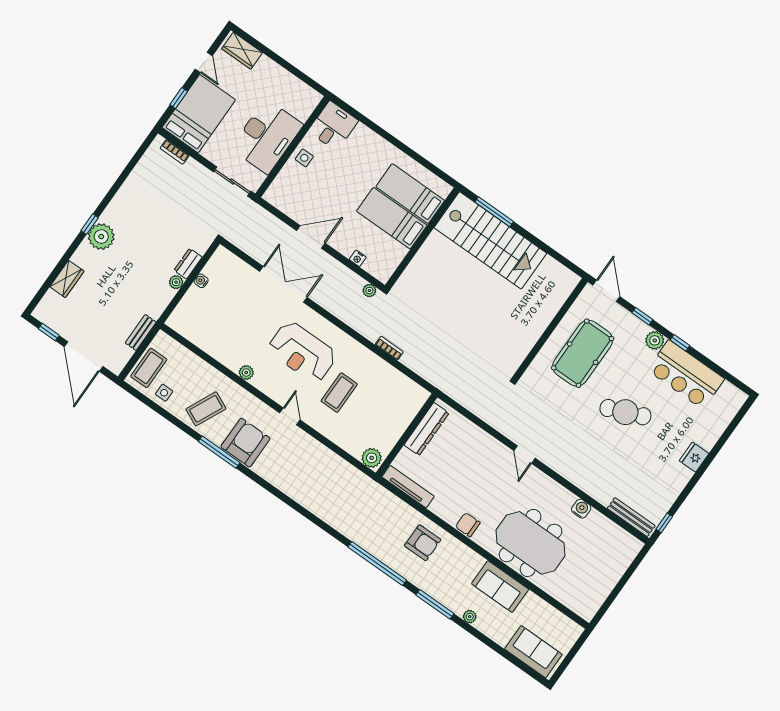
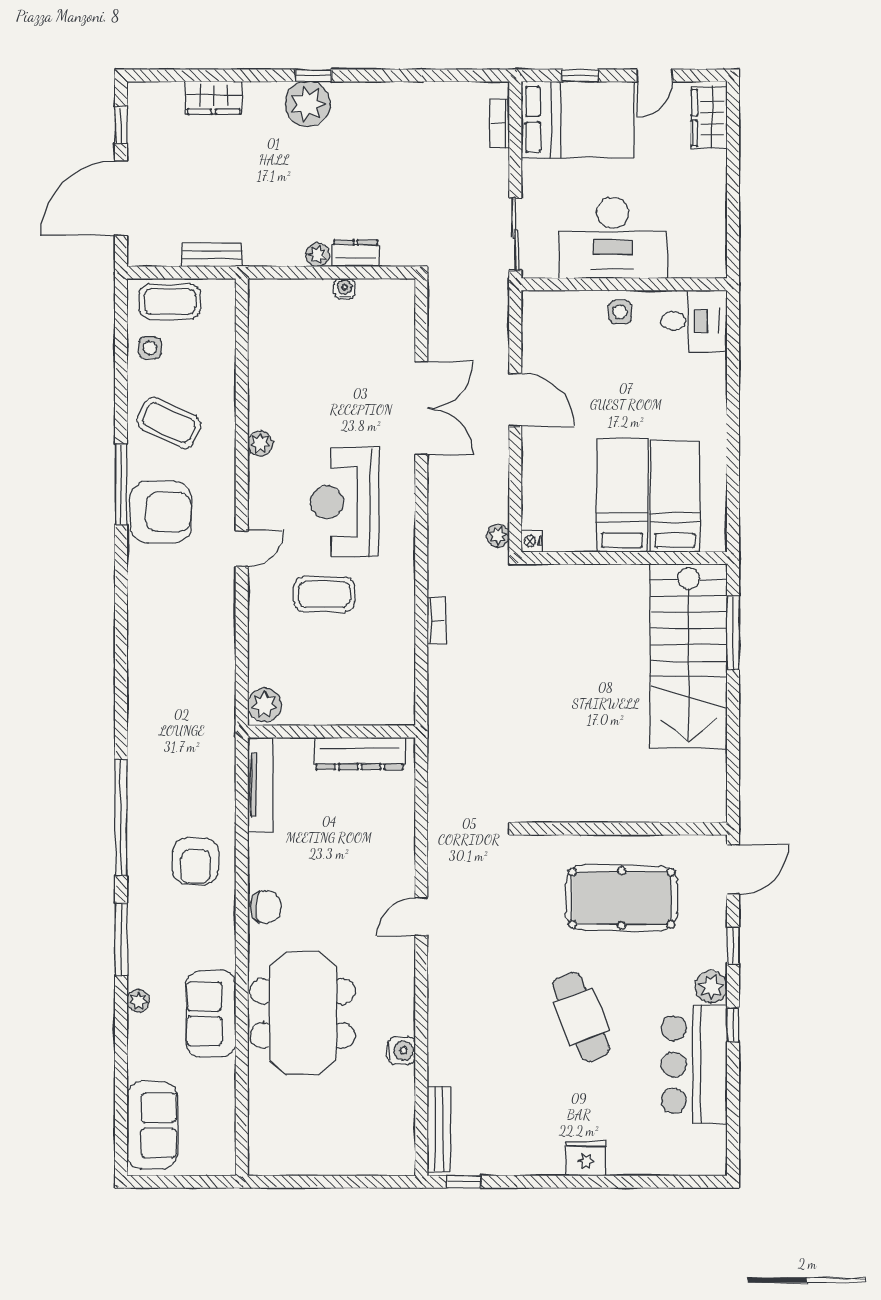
nightstand: (358, 258) -> (532, 541), moved
chair: (468, 525) -> (266, 907), turned 90

